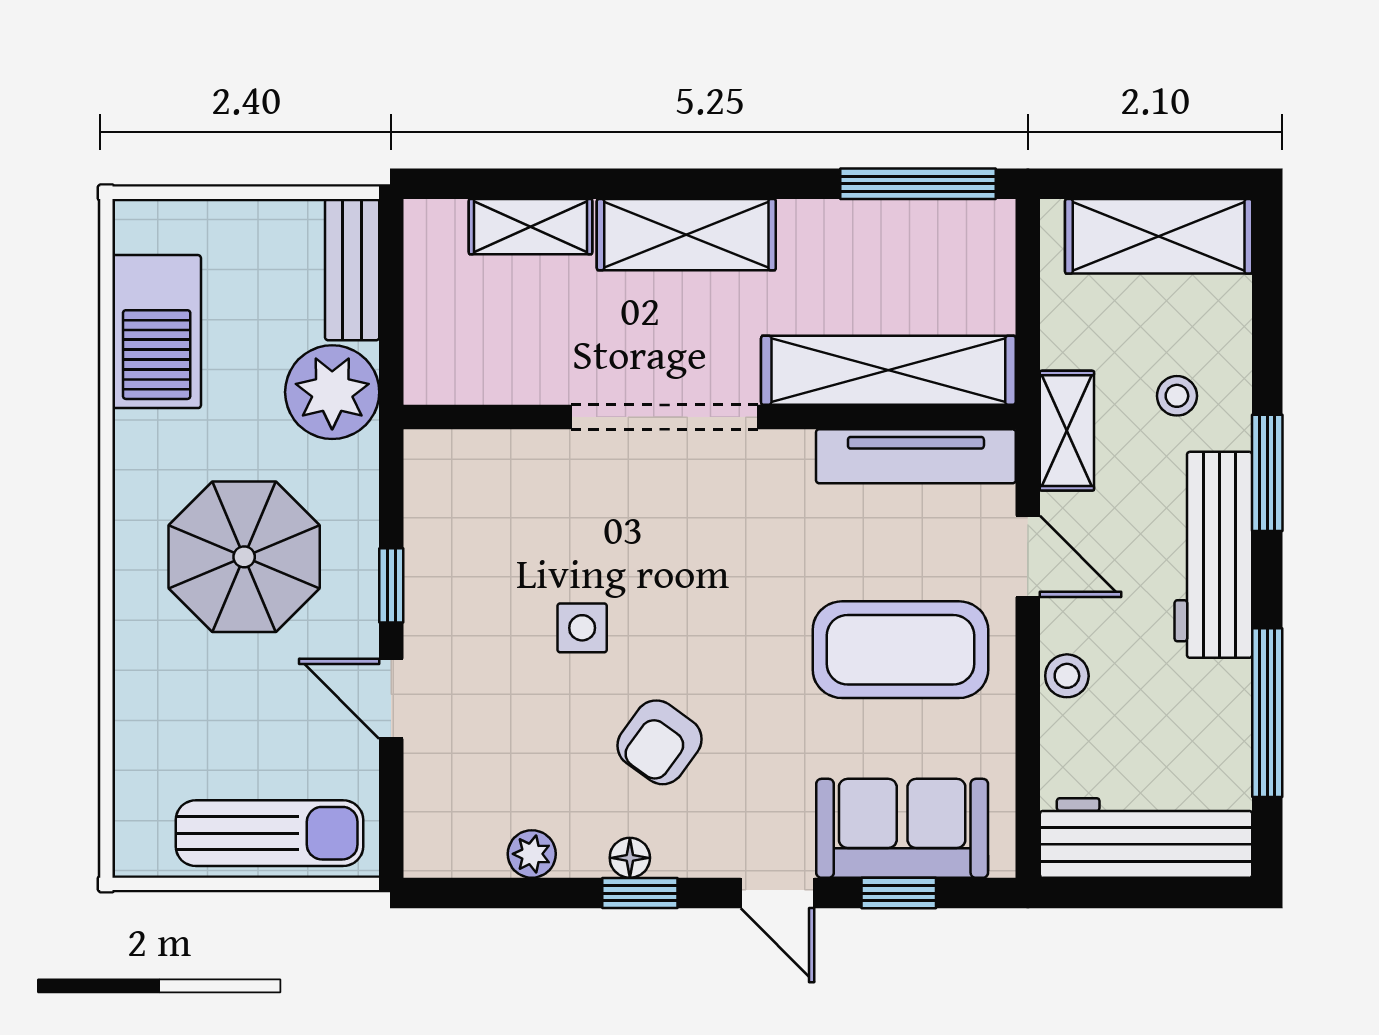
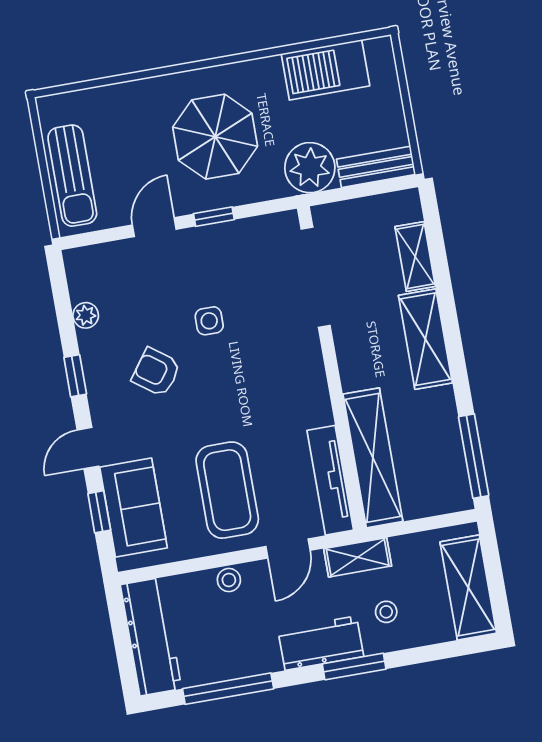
doorway: (664, 417) -> (316, 277), moved
workbench: (1213, 555) -> (321, 643), width x0.73
floor lamp: (630, 858) -> (93, 367), removed

